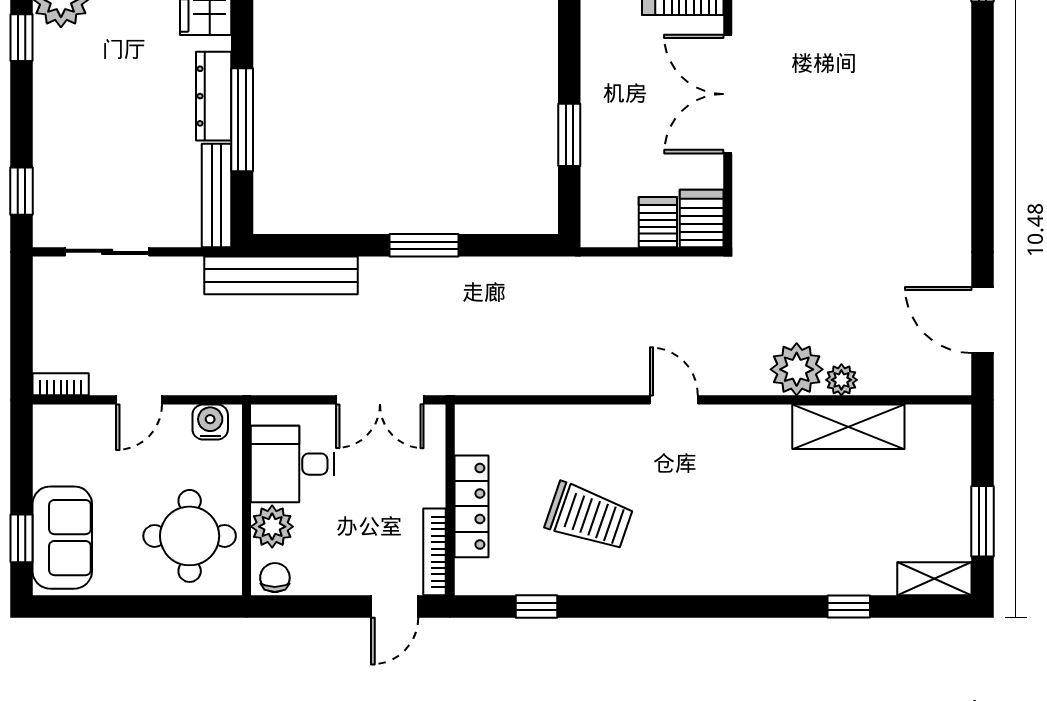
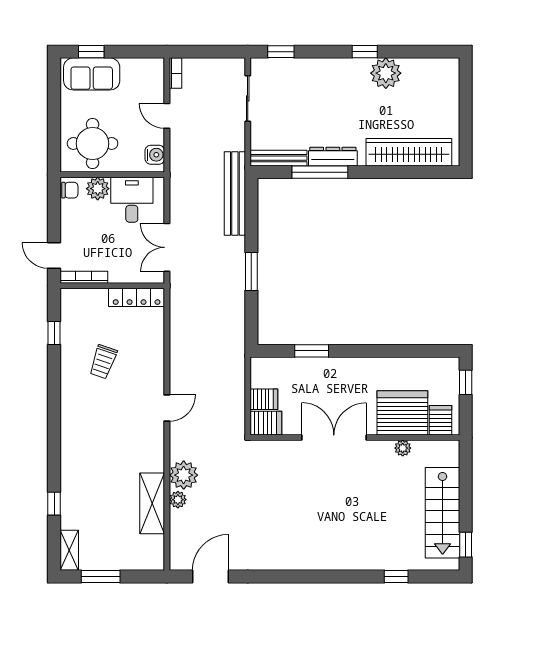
locker: (471, 506) -> (137, 297), moved
trolley: (589, 517) -> (103, 362), width x0.73, depth x0.72

